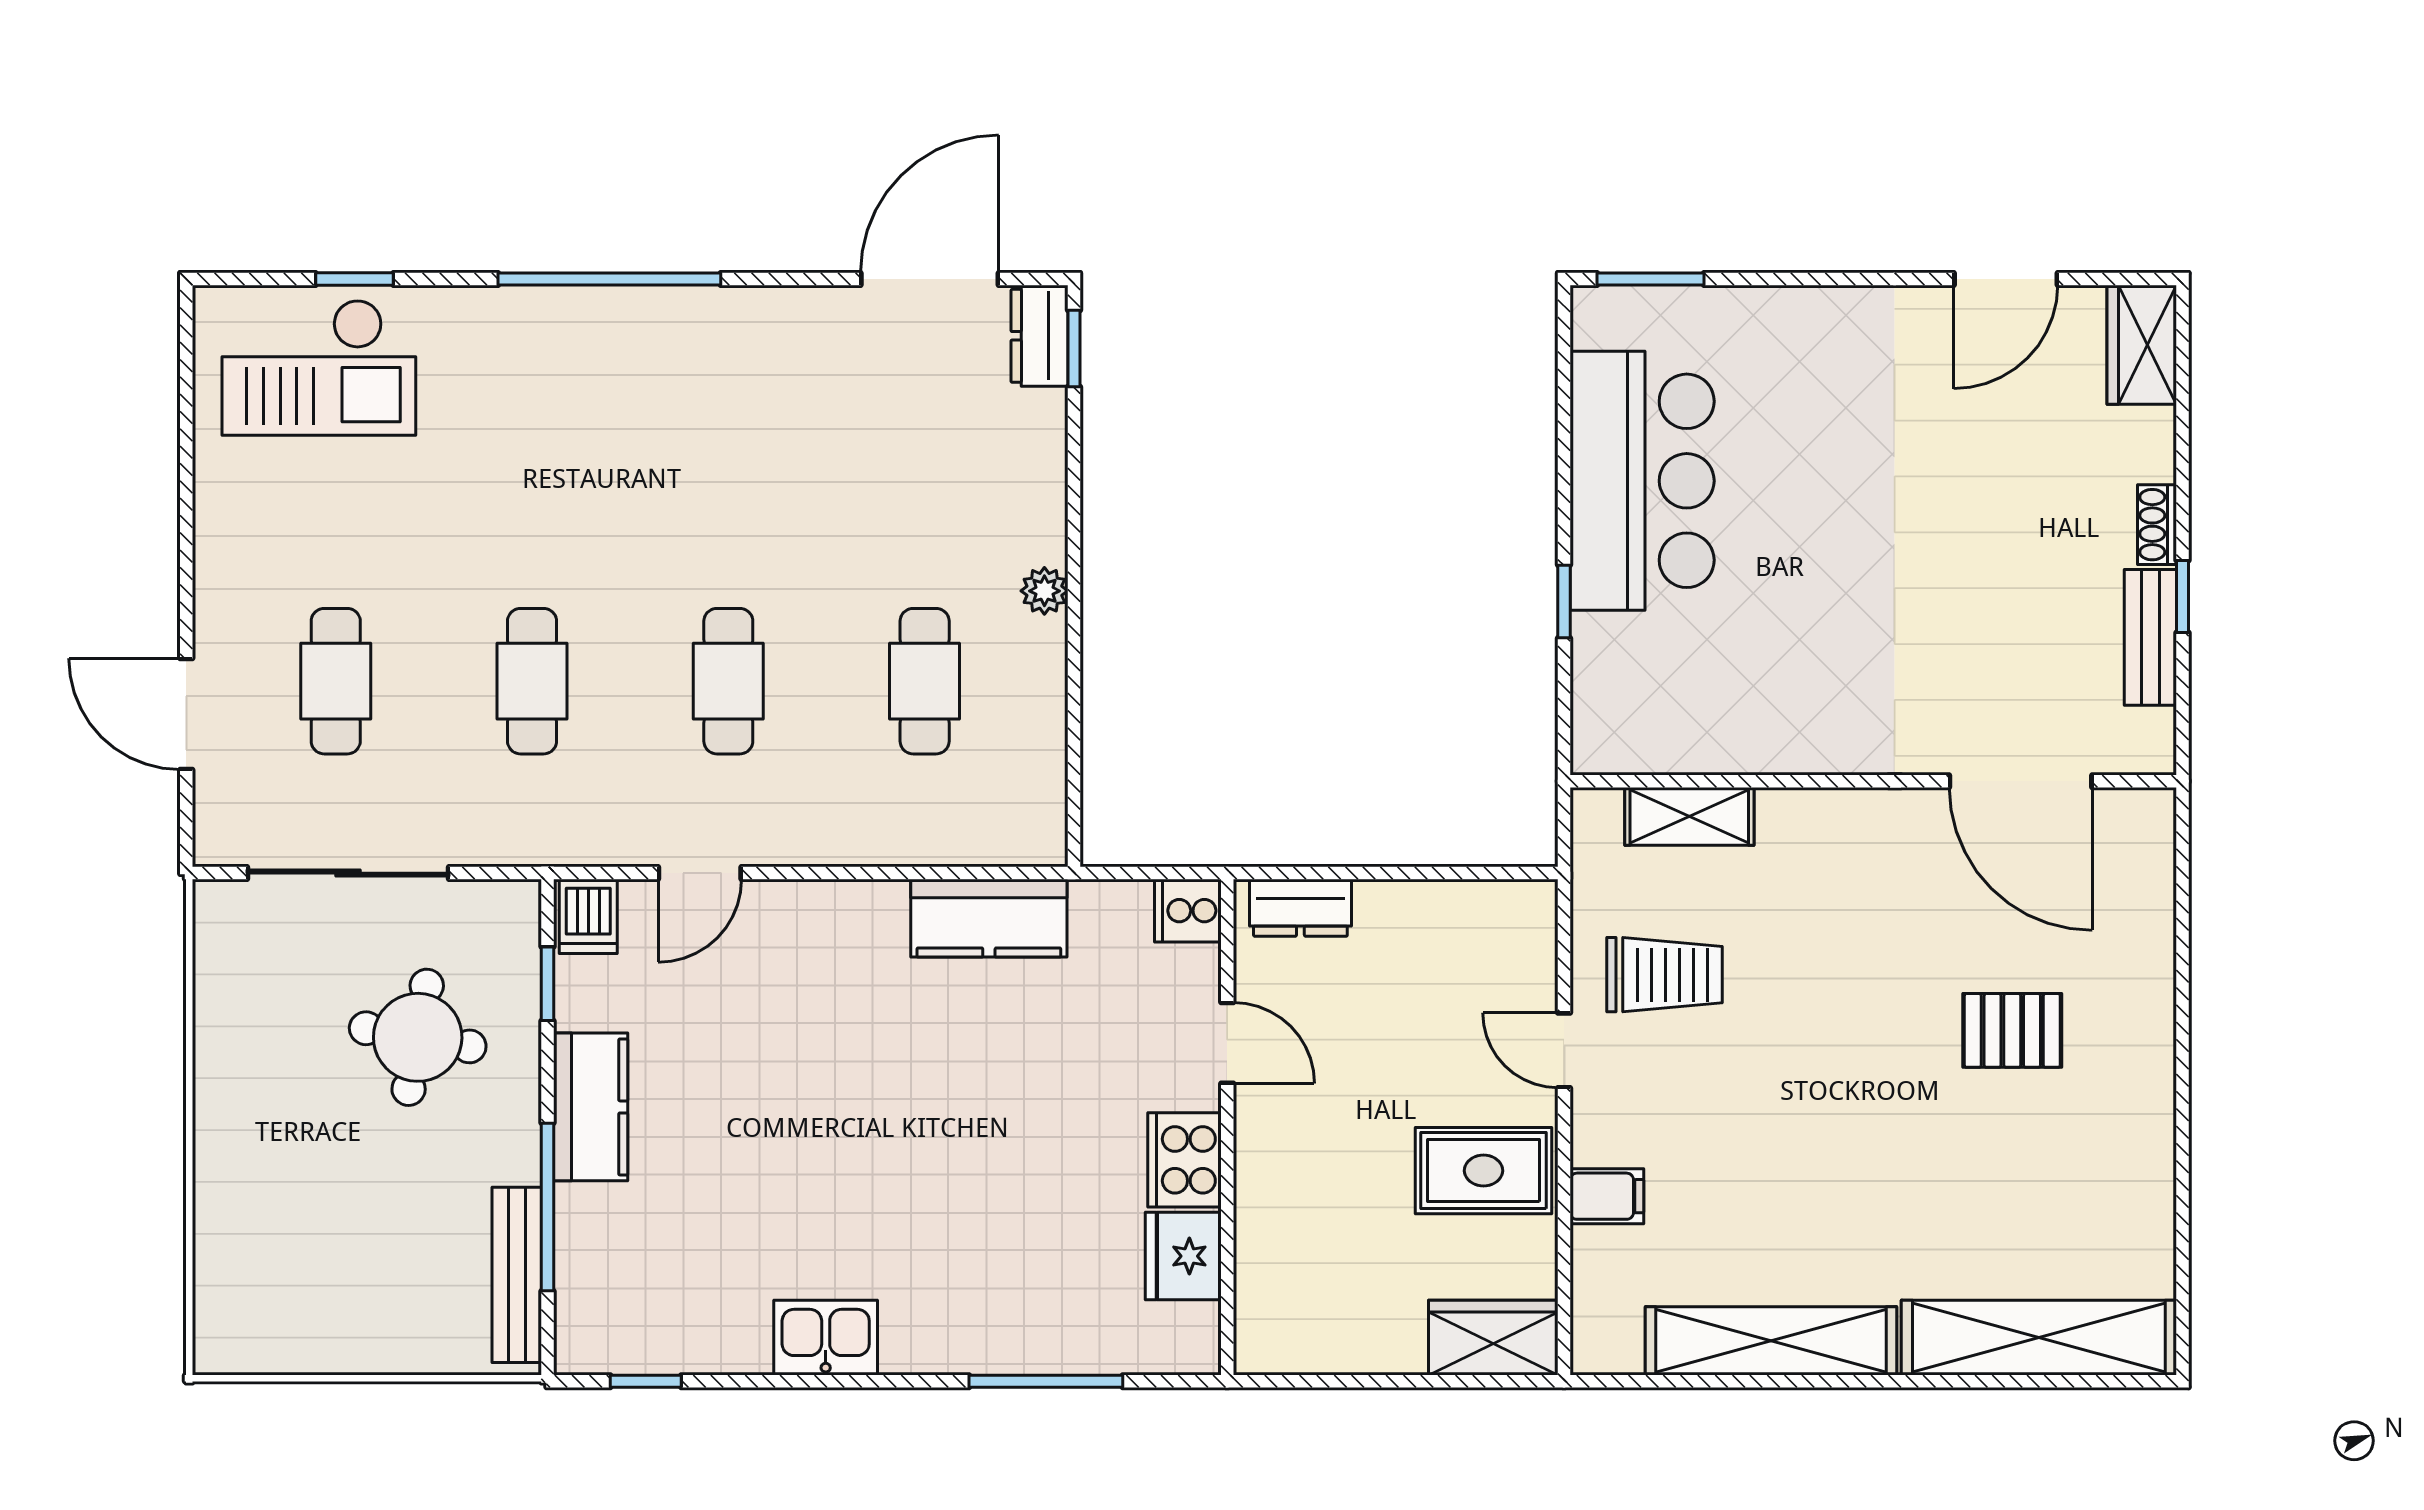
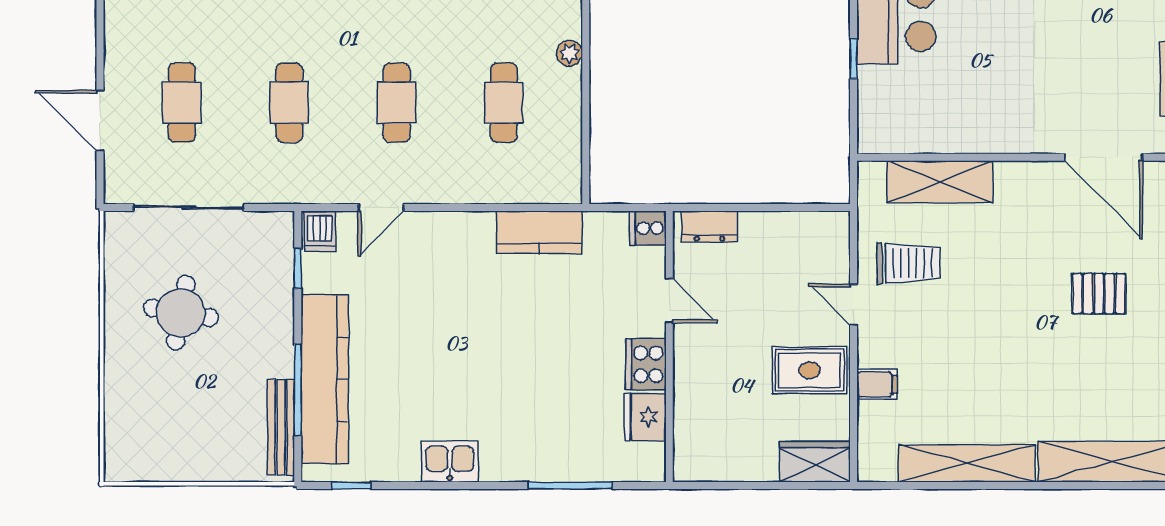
shelving: (1689, 816) -> (940, 182), width x1.50, depth x1.33
round table: (418, 1037) -> (181, 313), moved
kitchen counter: (591, 1107) -> (325, 379), width x2.08, depth x1.17

